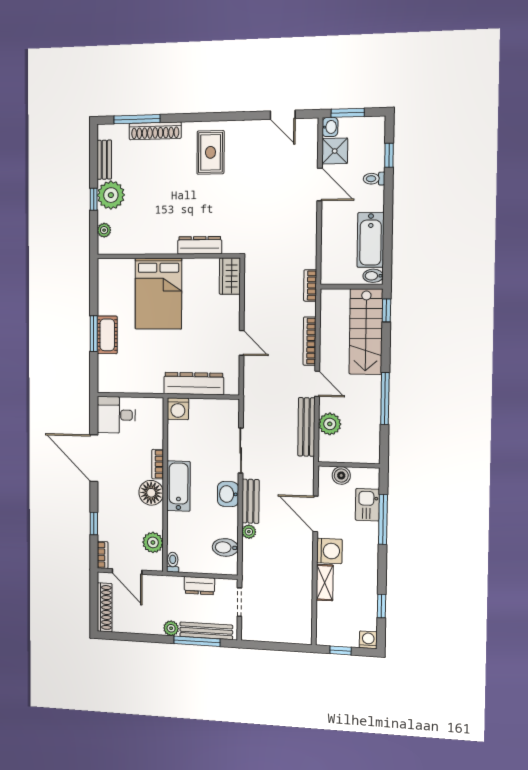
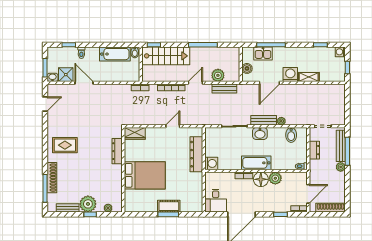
door: (320, 184) -> (84, 83), hinge flipped
bench: (306, 427) -> (224, 89), width x0.73
plant: (153, 542) -> (275, 178), moved

